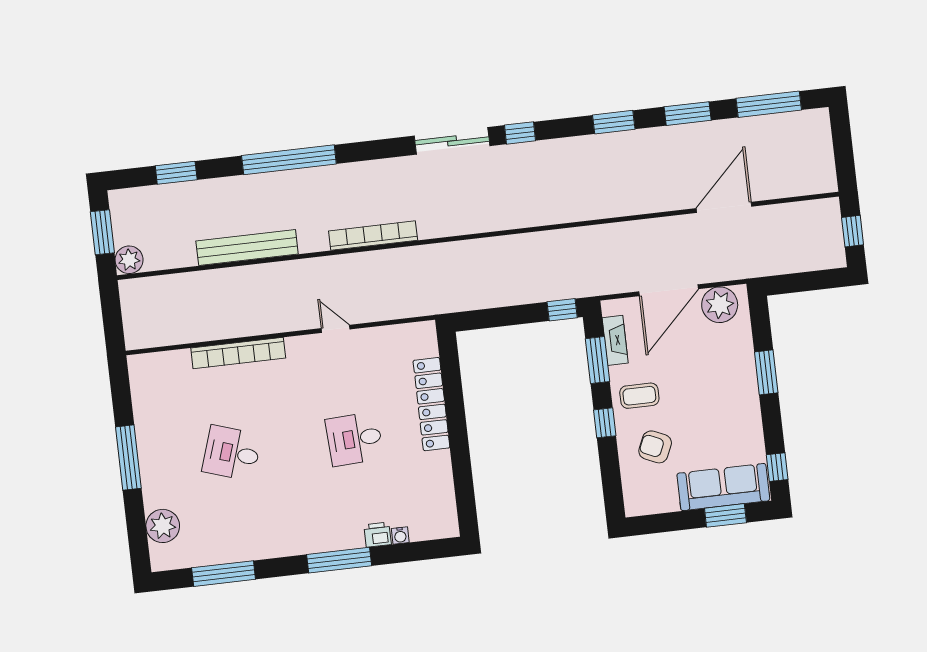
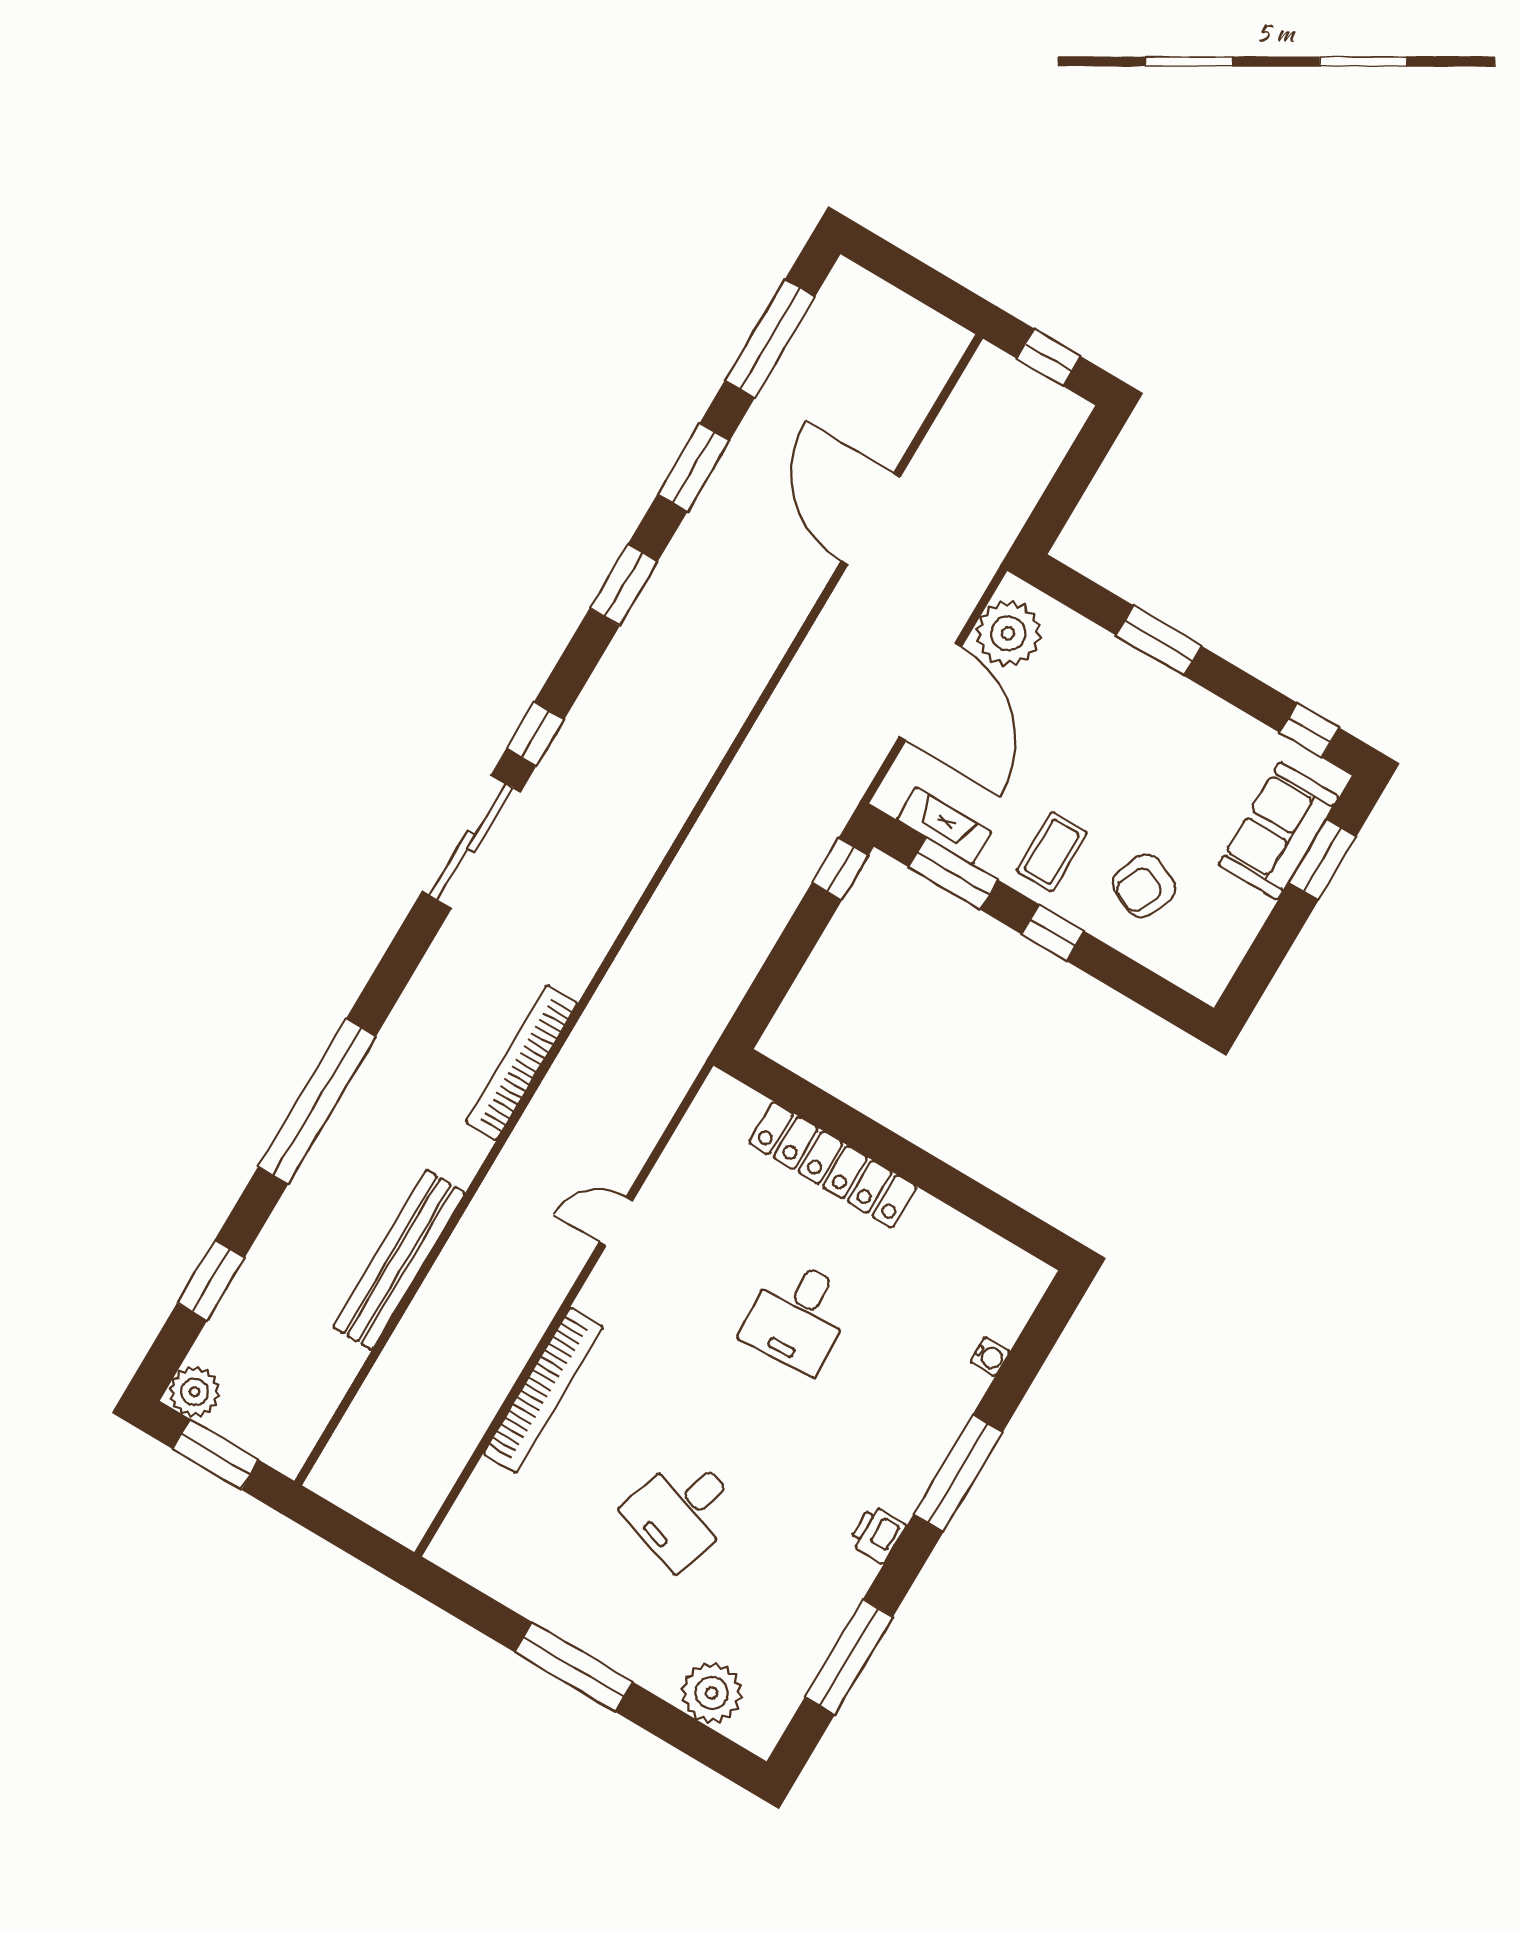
plant: (129, 260) -> (195, 1392), moved
sofa: (723, 487) -> (1279, 831), width x0.73
printer: (378, 535) -> (877, 1534), moved

